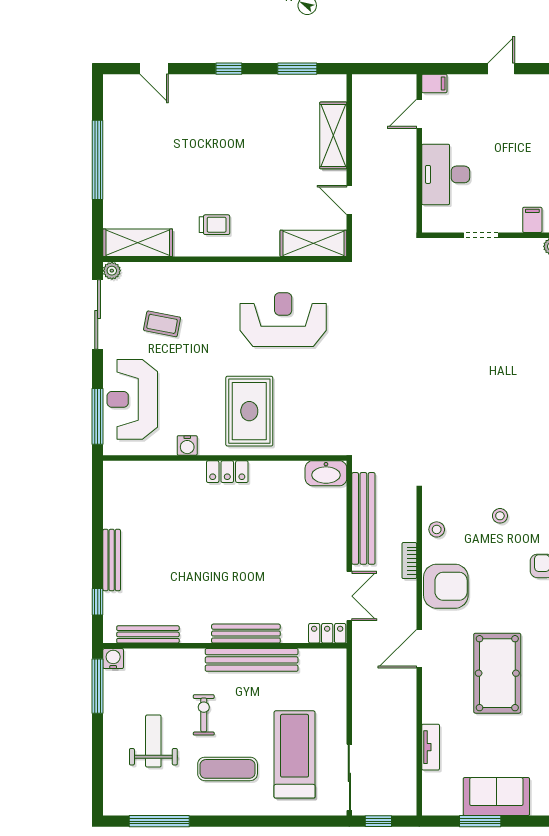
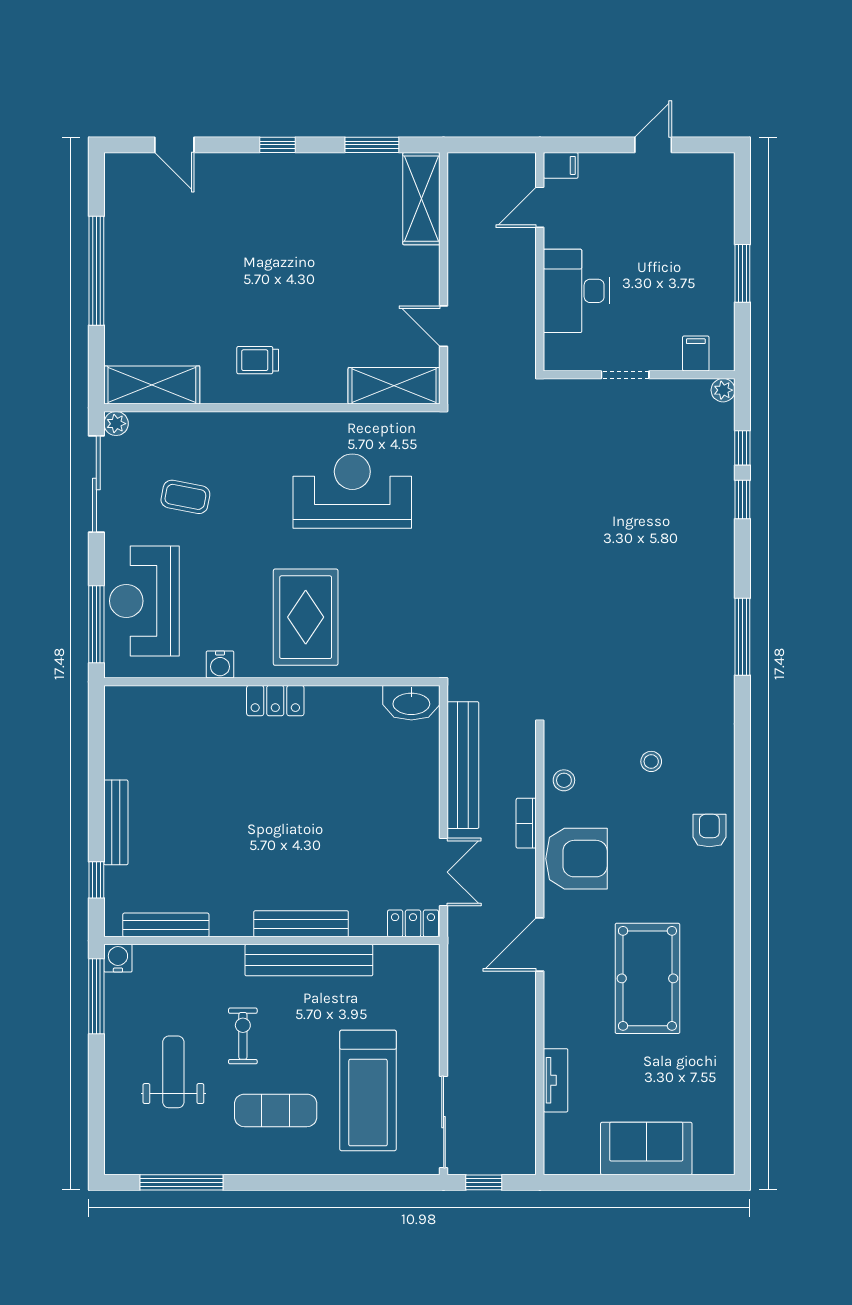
shelving: (333, 135) -> (421, 199), moved
trolley: (215, 225) -> (258, 360), turned 180
treadmill: (295, 754) -> (368, 1090), turned 180
window: (480, 821) -> (624, 1182), removed

